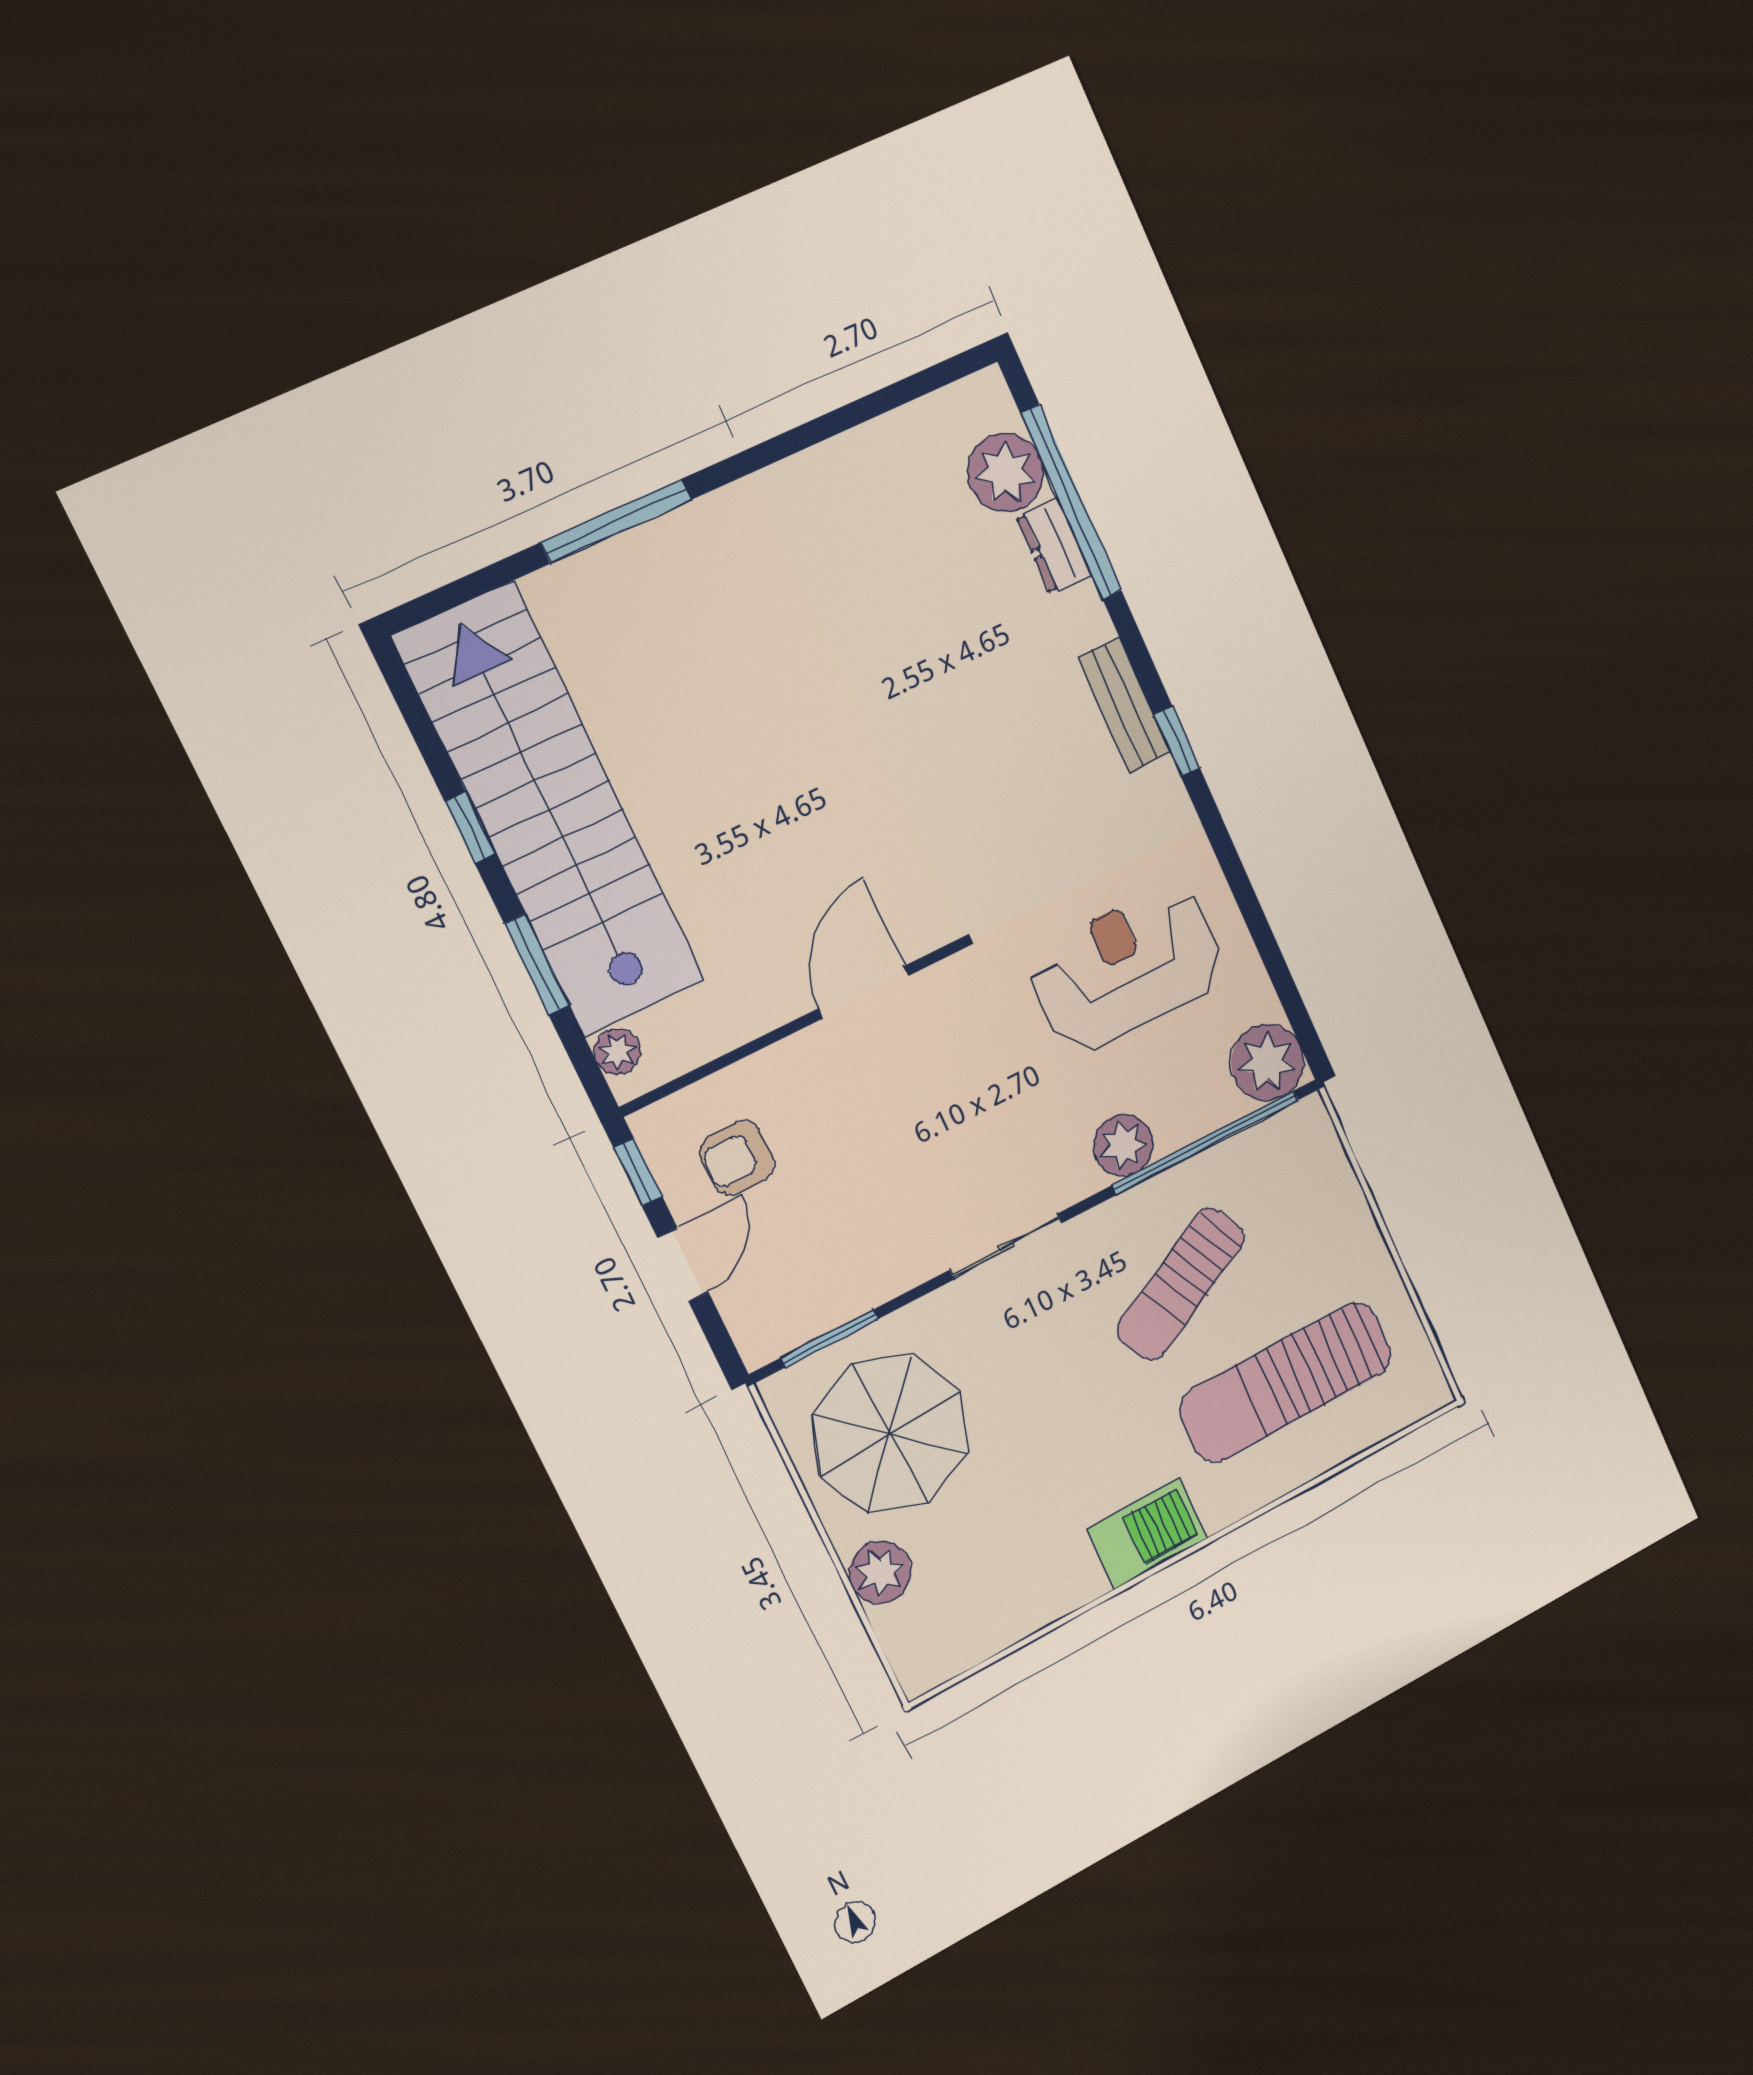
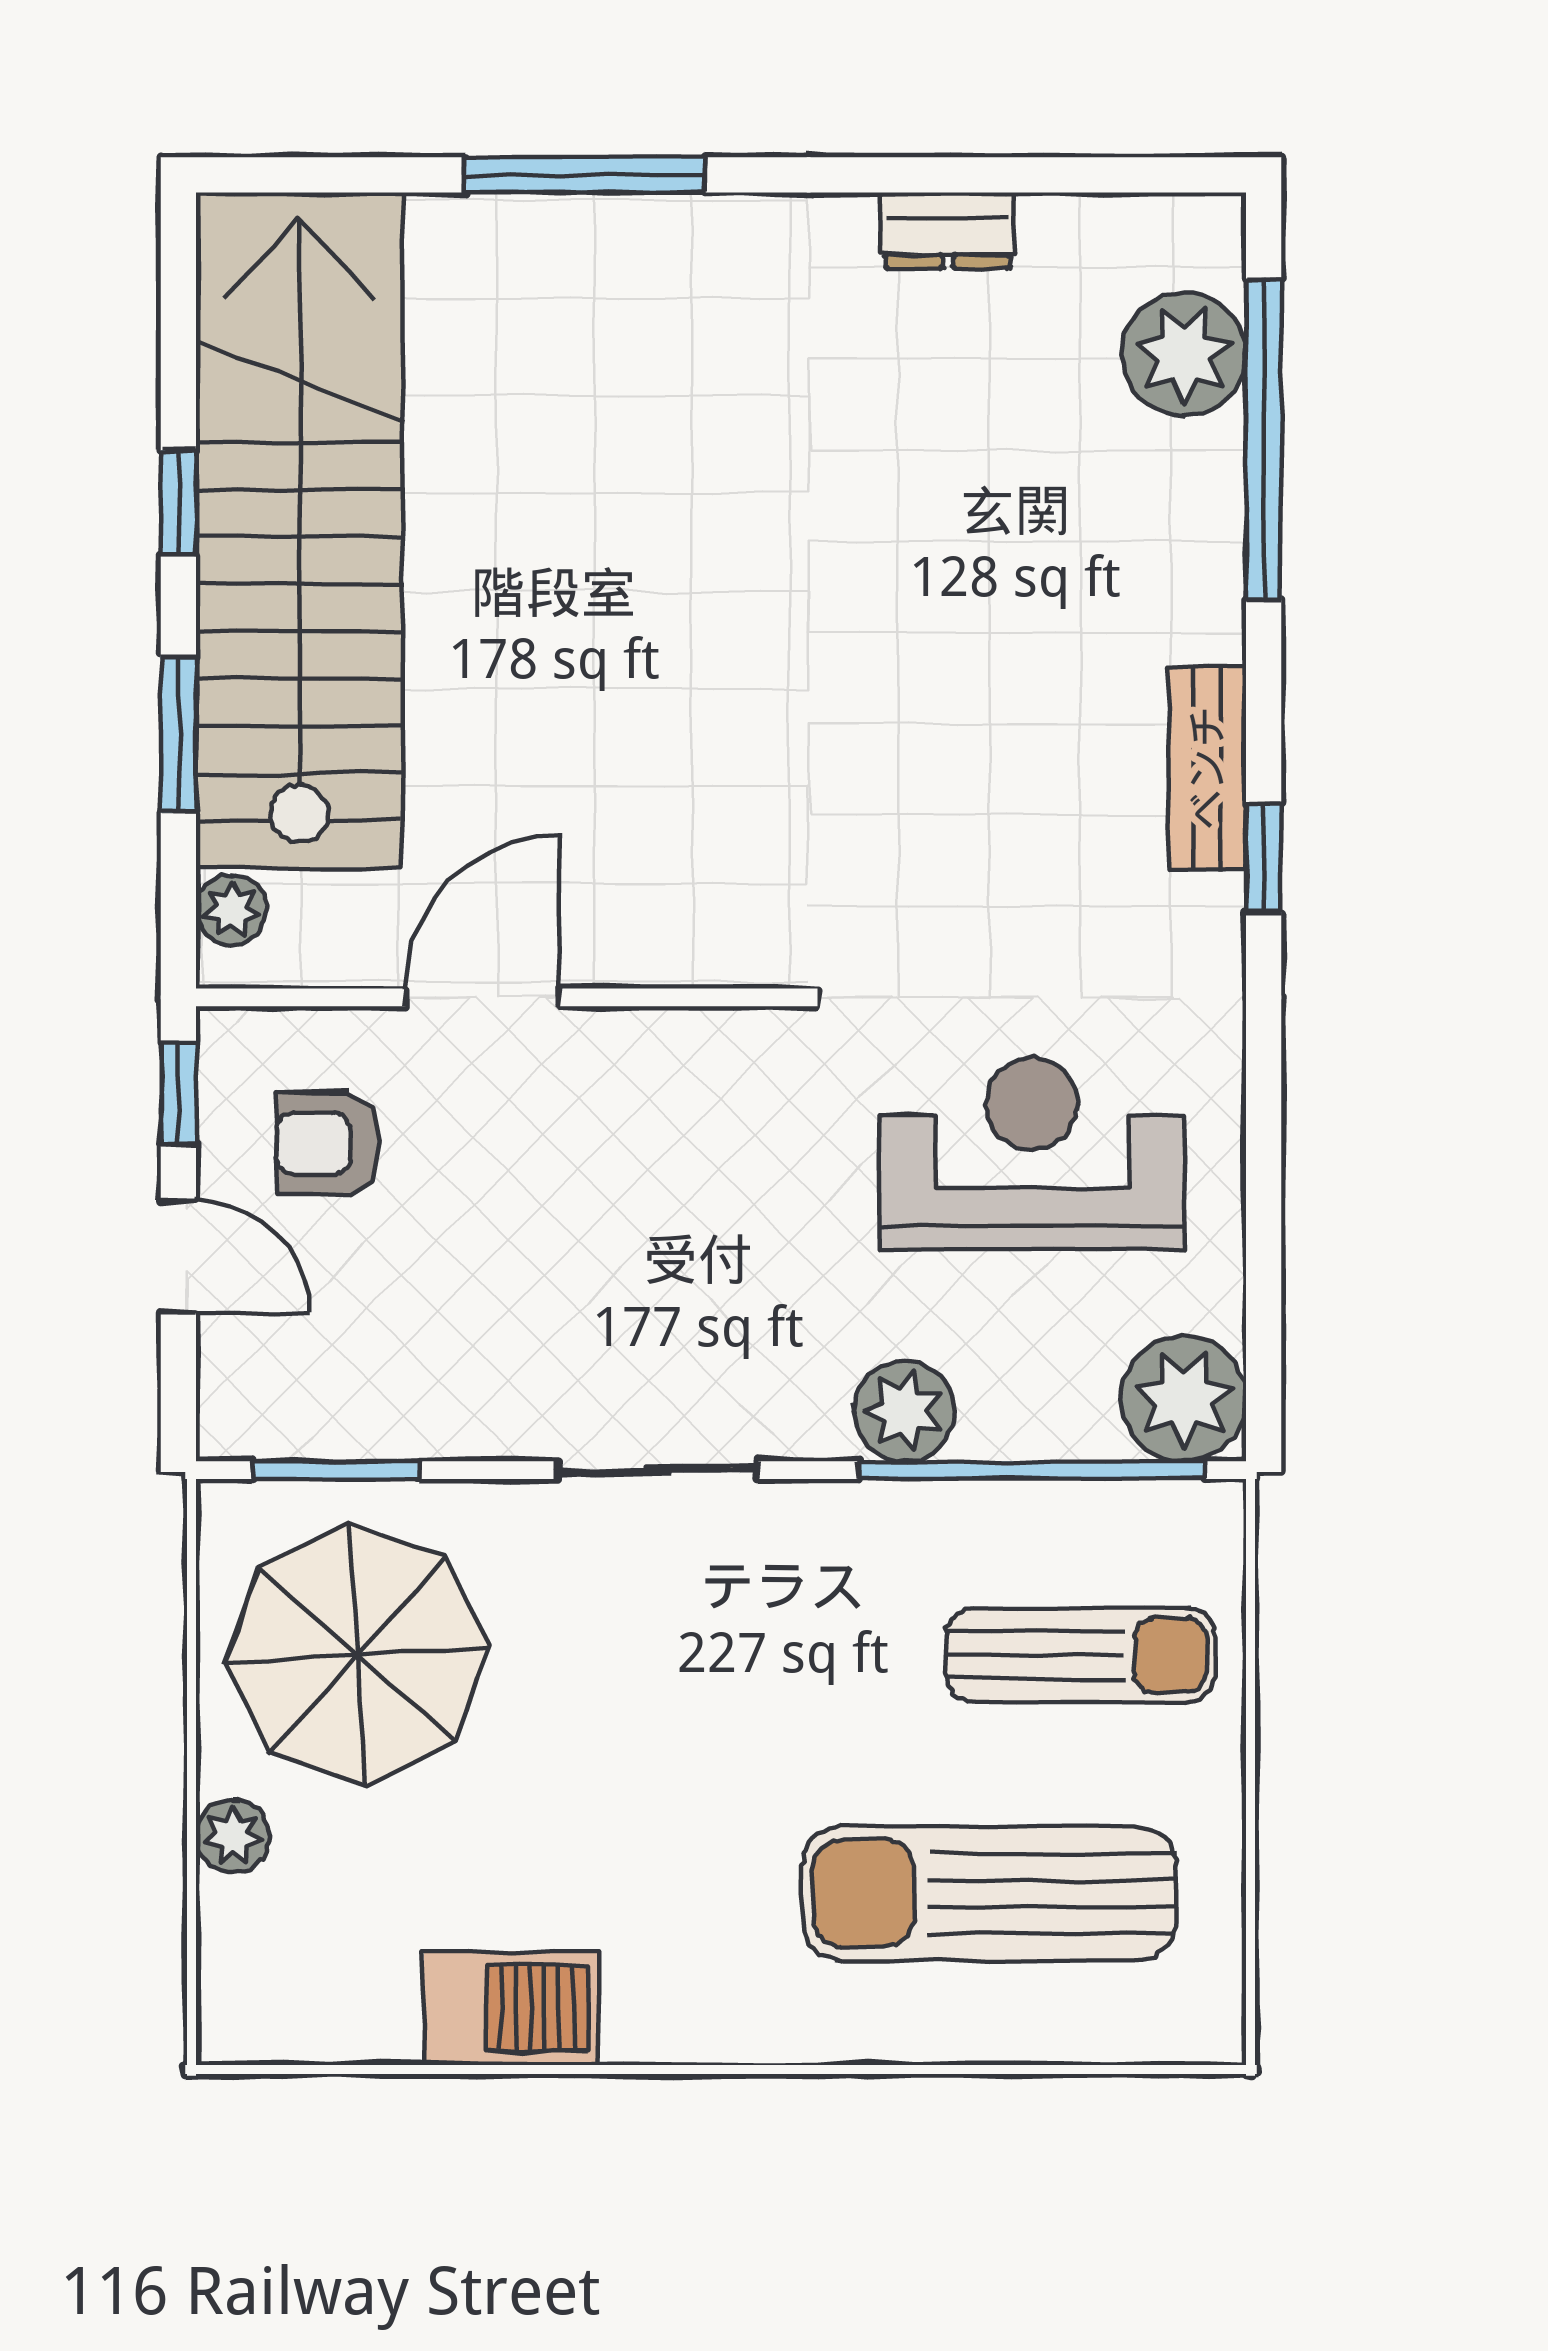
dresser: (1054, 546) -> (948, 230), moved, turned -90
door: (864, 992) -> (482, 997), moved
door: (683, 1265) -> (178, 1257), hinge flipped
sun lounger: (1181, 1284) -> (1081, 1655), moved, turned -153
barbecue: (1147, 1534) -> (511, 2008), moved
plant: (880, 1572) -> (233, 1836), width x0.73, depth x0.73

